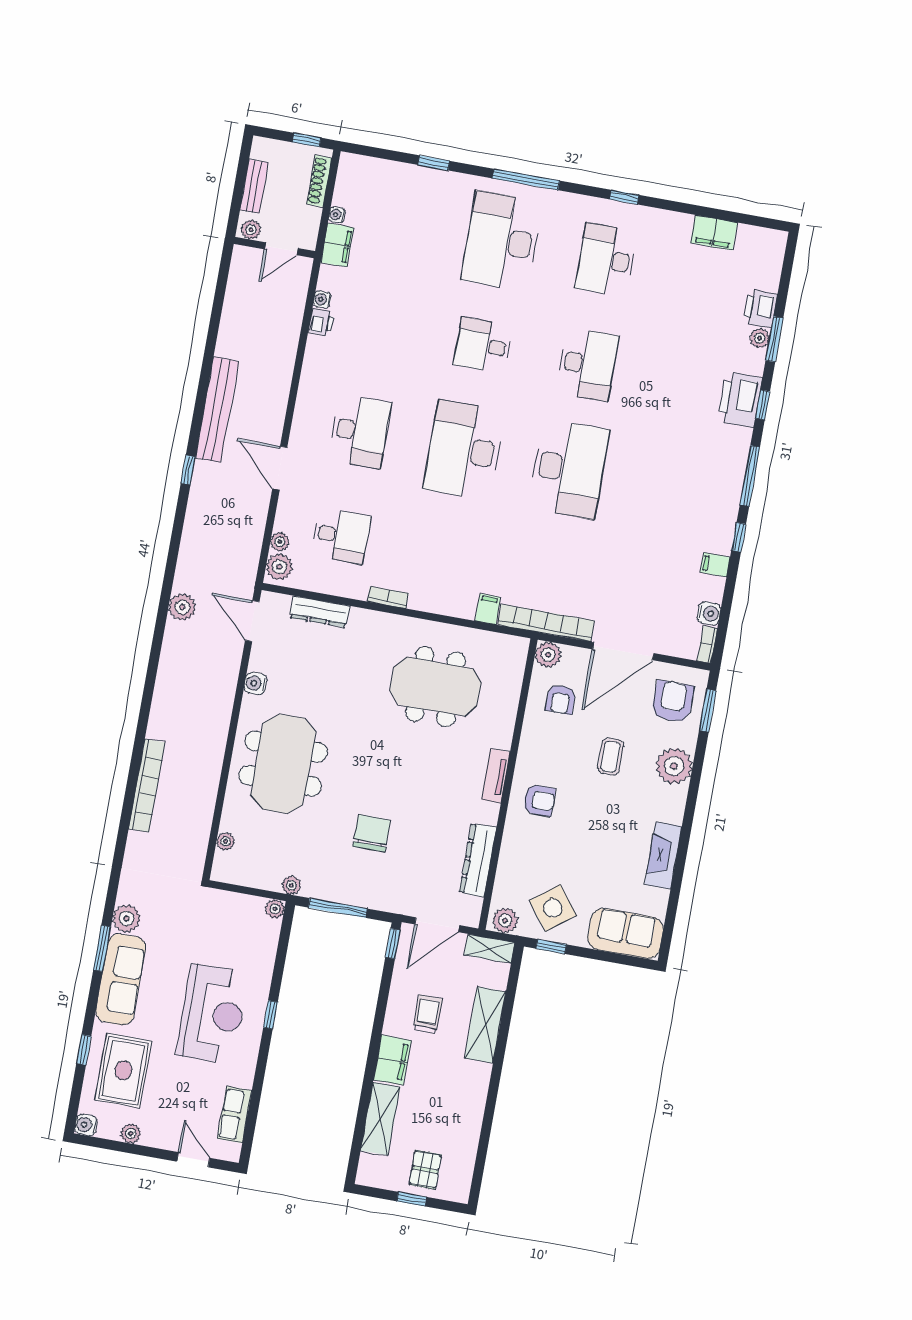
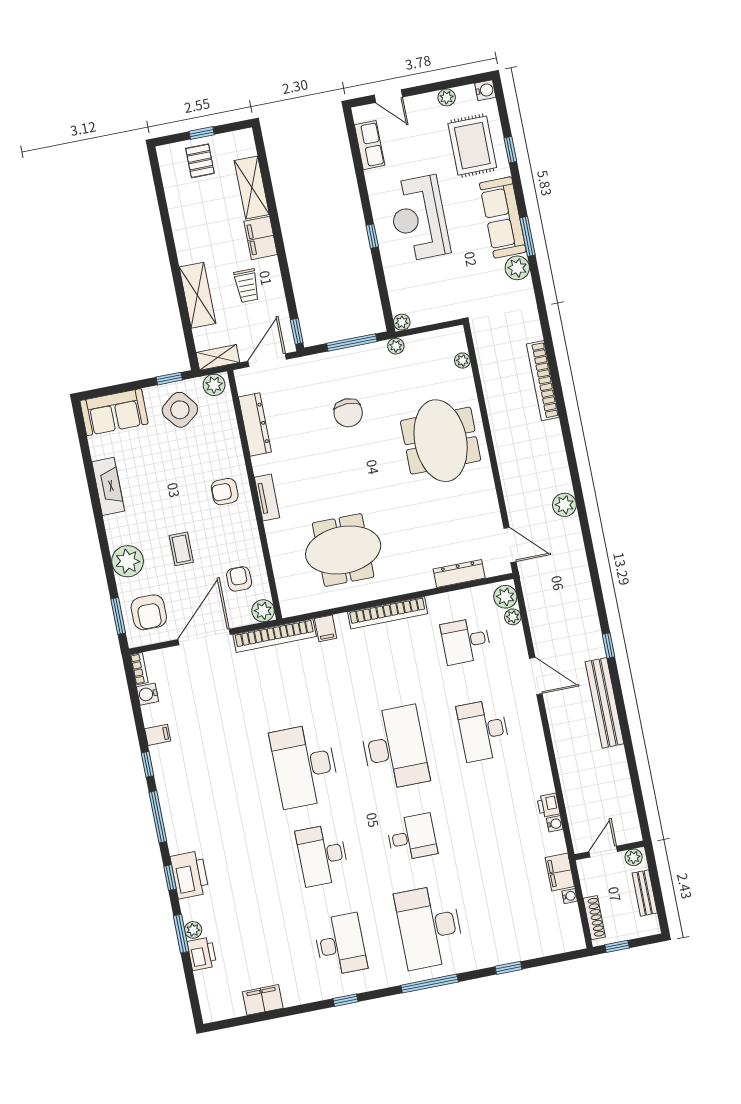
desk: (502, 241) -> (430, 927), turned 180
bookcase: (388, 597) -> (388, 613), width x2.31, depth x1.31
plant: (182, 607) -> (564, 505), moved
water cooler: (256, 683) -> (488, 496), removed

